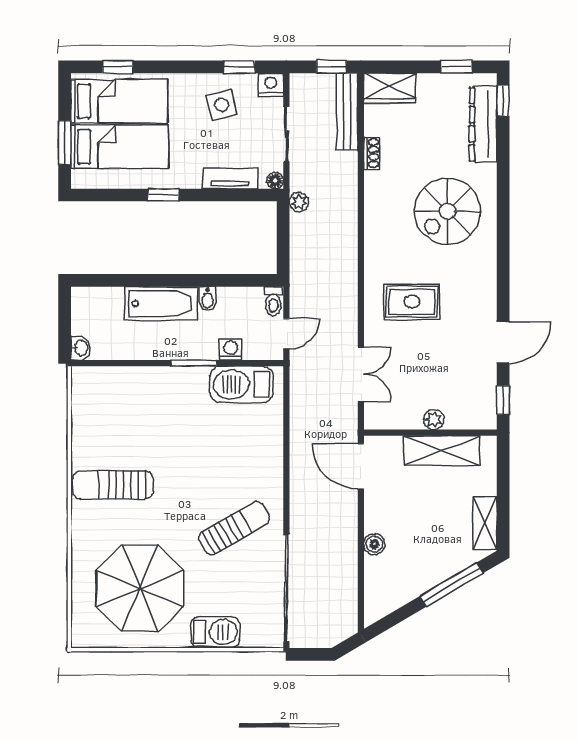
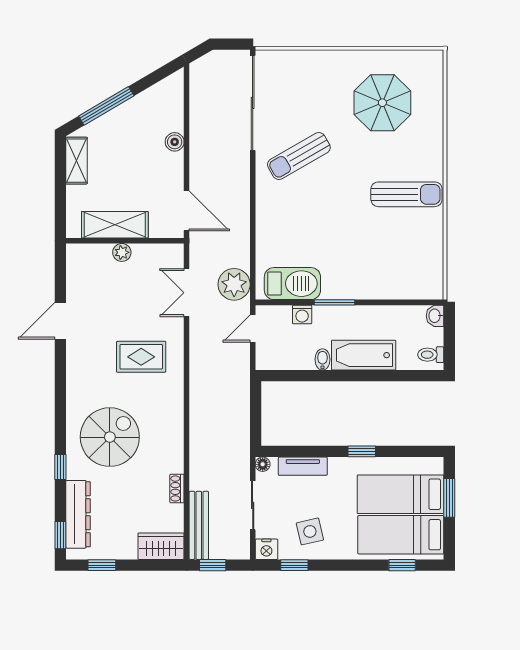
plant: (299, 202) -> (234, 284), moved, width x1.87, depth x1.87
toilet: (273, 301) -> (431, 355), moved, turned -90
window: (503, 400) -> (60, 467), moved
parasol: (140, 588) -> (382, 103), width x0.73, depth x0.73
barbecue: (215, 632) -> (316, 64), removed

